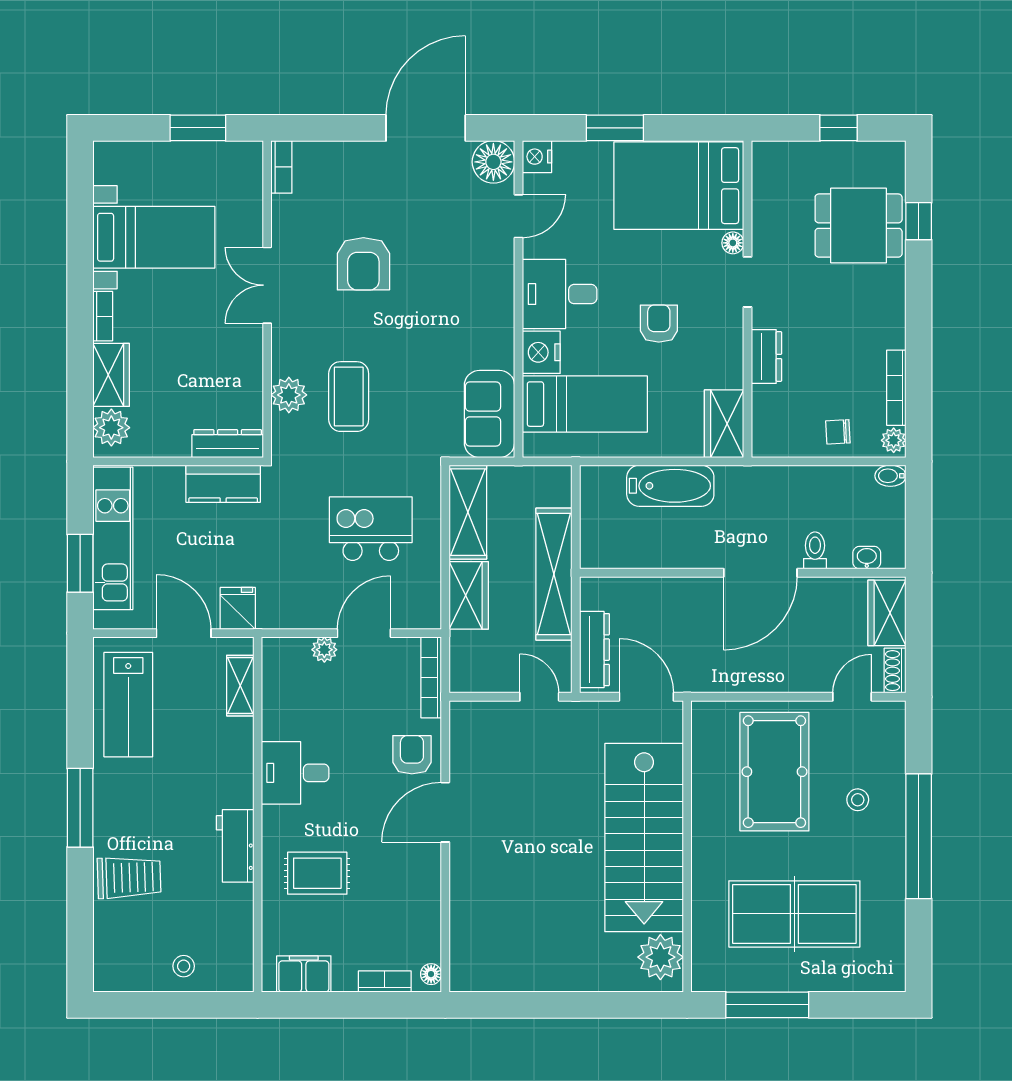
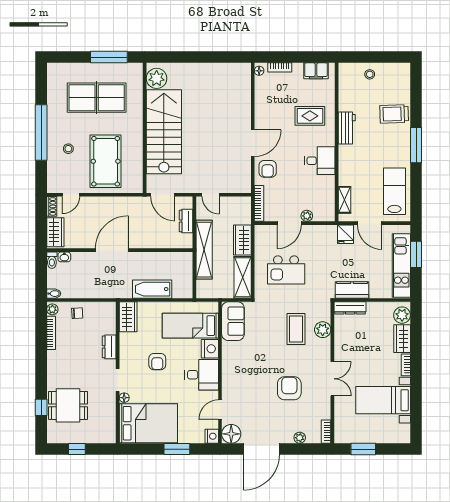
plant: (340, 153) -> (300, 438), added
toilet: (815, 550) -> (52, 260), moved
dresser: (594, 650) -> (186, 221), width x0.70

